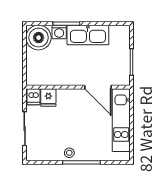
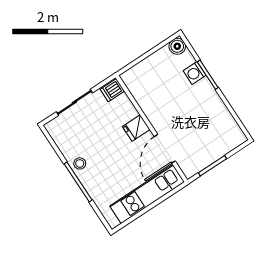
kitchen sink: (88, 35) -> (211, 104), removed
boiler: (39, 38) -> (177, 46), width x0.54, depth x0.54
fridge: (48, 98) -> (136, 128), moved

